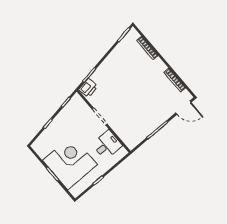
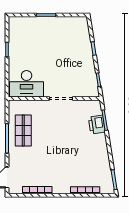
printer: (88, 88) -> (97, 125), moved
shop shelf: (143, 124) -> (23, 131), added
desk: (107, 145) -> (27, 84), width x1.37
corner desk: (70, 162) -> (43, 39), removed

